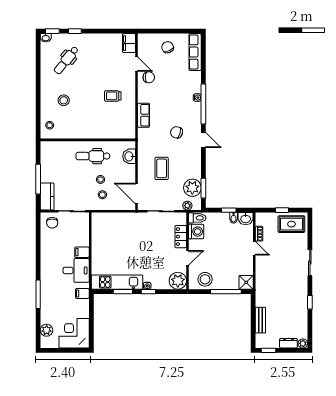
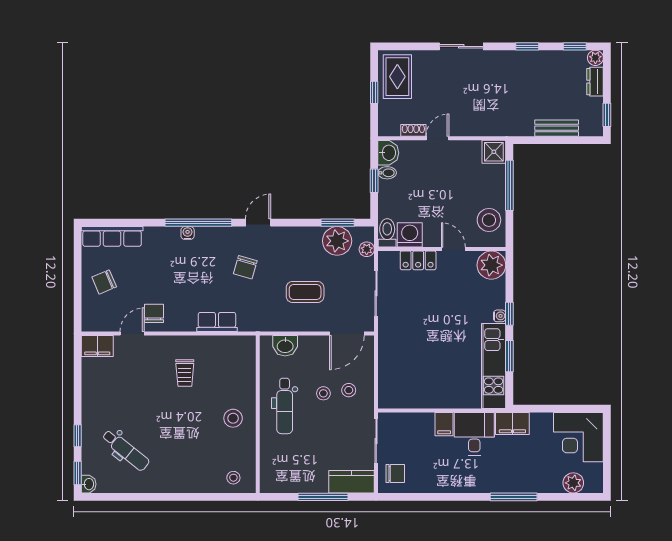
stool: (64, 100) -> (233, 418), moved
filing cabinet: (82, 293) -> (512, 423), width x2.00
window: (310, 331) -> (575, 46), added

